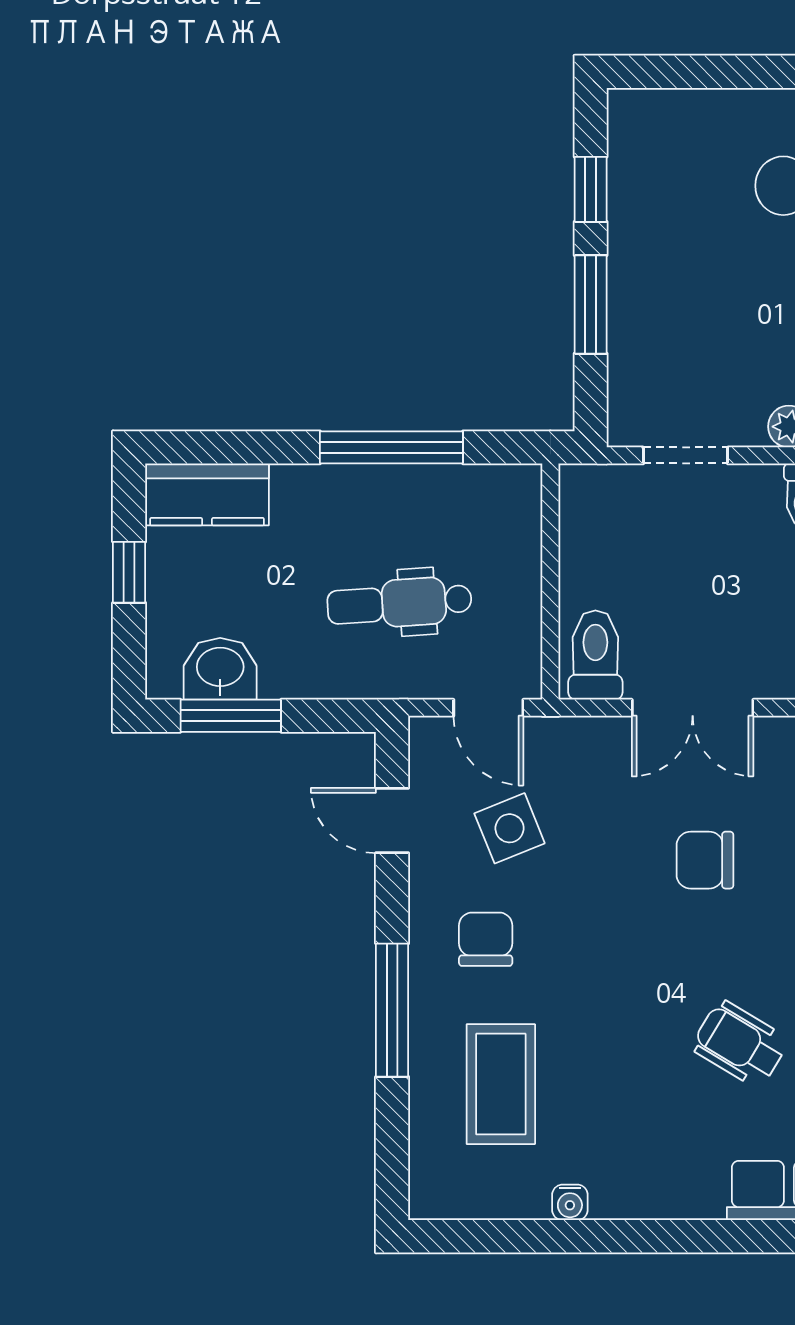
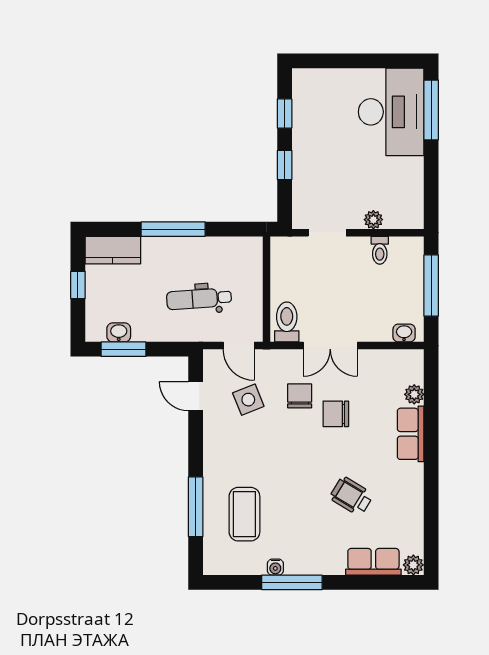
window: (591, 304) -> (285, 165), width x0.67
window: (391, 447) -> (173, 229), moved
washbasin: (220, 669) -> (119, 332), width x0.72, depth x0.69
chair: (486, 939) -> (300, 396), moved
window: (392, 1010) -> (196, 507), moved
window: (607, 1236) -> (292, 582), added

